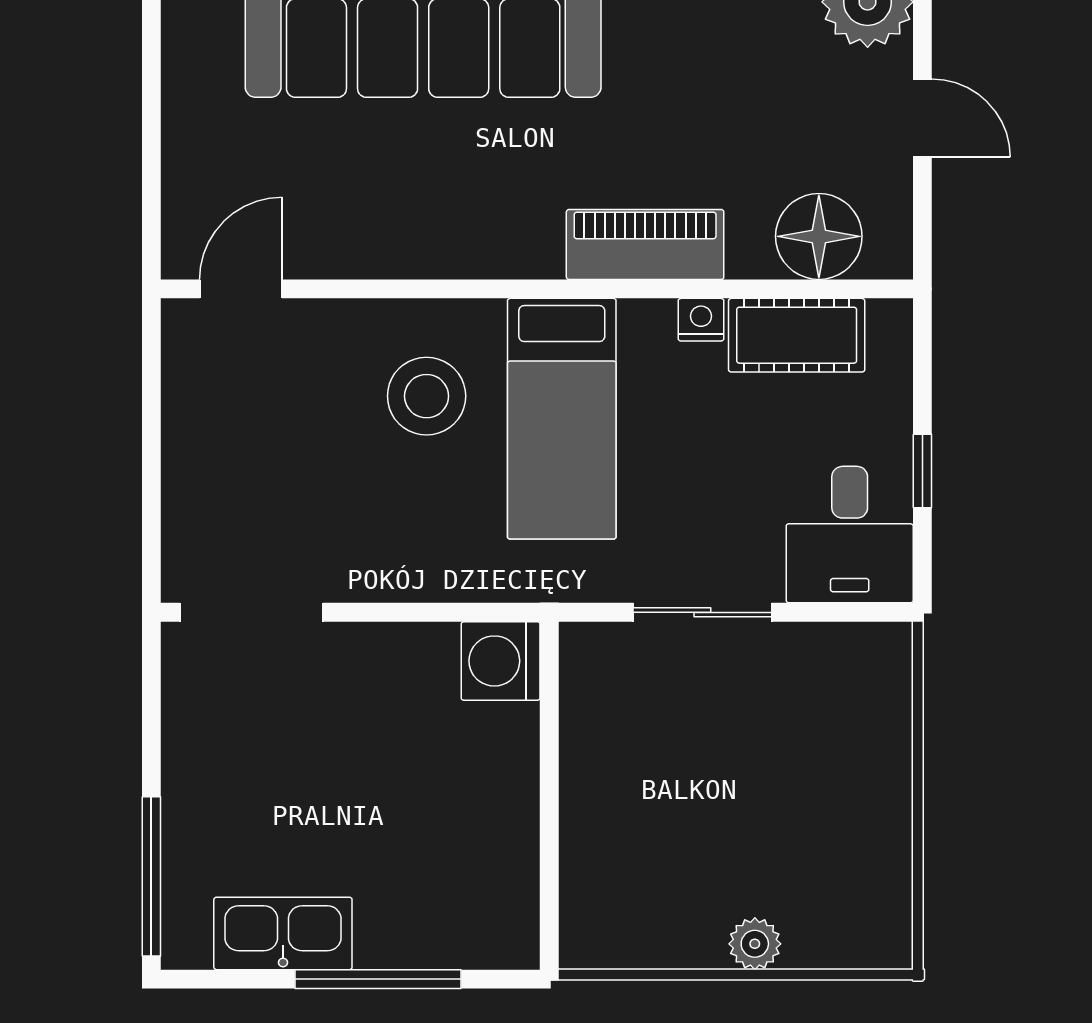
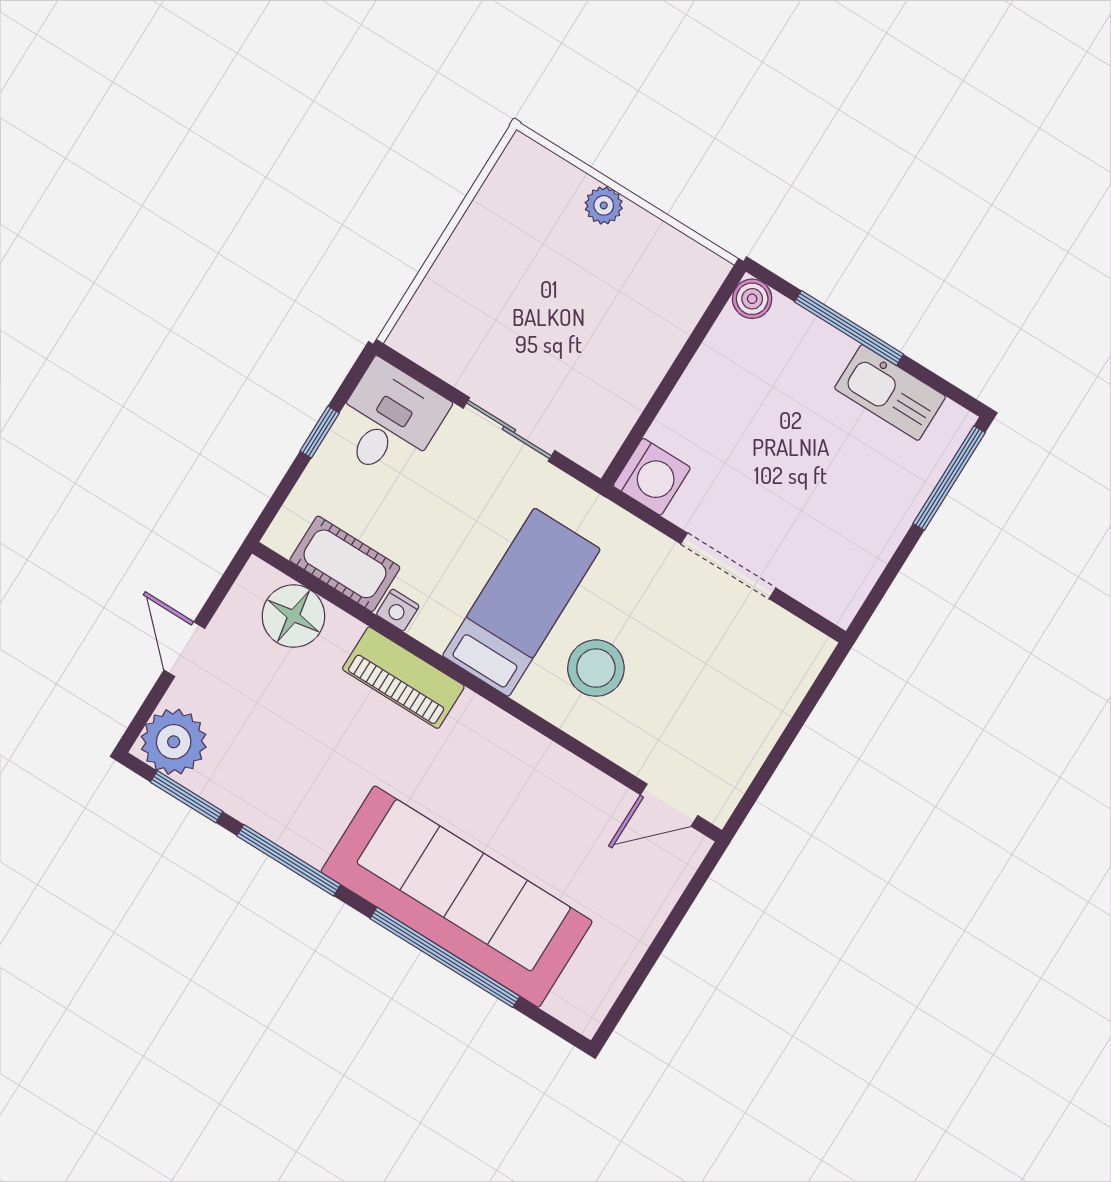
doorway: (251, 612) -> (728, 566), moved
boiler: (513, 943) -> (752, 299), added

